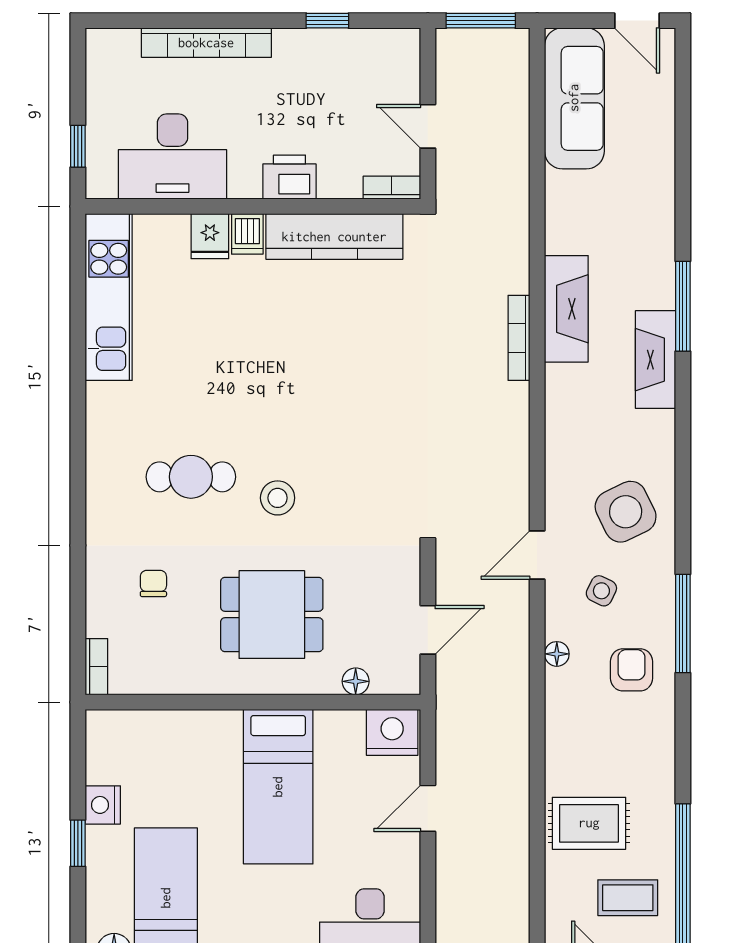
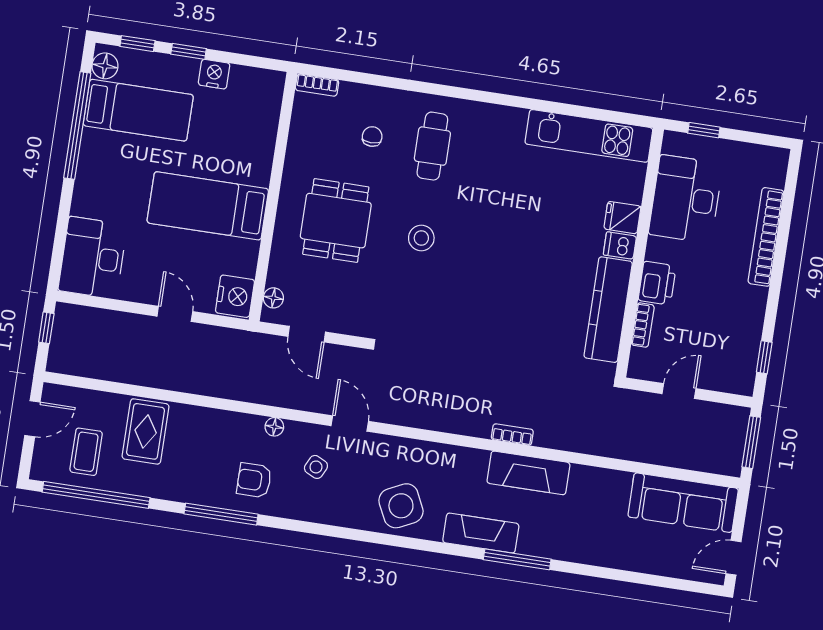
window: (327, 21) -> (764, 357), moved
bookcase: (392, 188) -> (643, 325), moved
bookcase: (519, 338) -> (512, 435), width x0.64
cafe table: (191, 477) -> (432, 146), moved
side table: (626, 512) -> (401, 506), moved
chair: (153, 583) -> (372, 137), turned -90
window: (683, 624) -> (221, 514), moved
armchair: (631, 670) -> (254, 480), turned 180
floor lamp: (356, 681) -> (273, 298), moved
window: (78, 912) -> (137, 44), added

